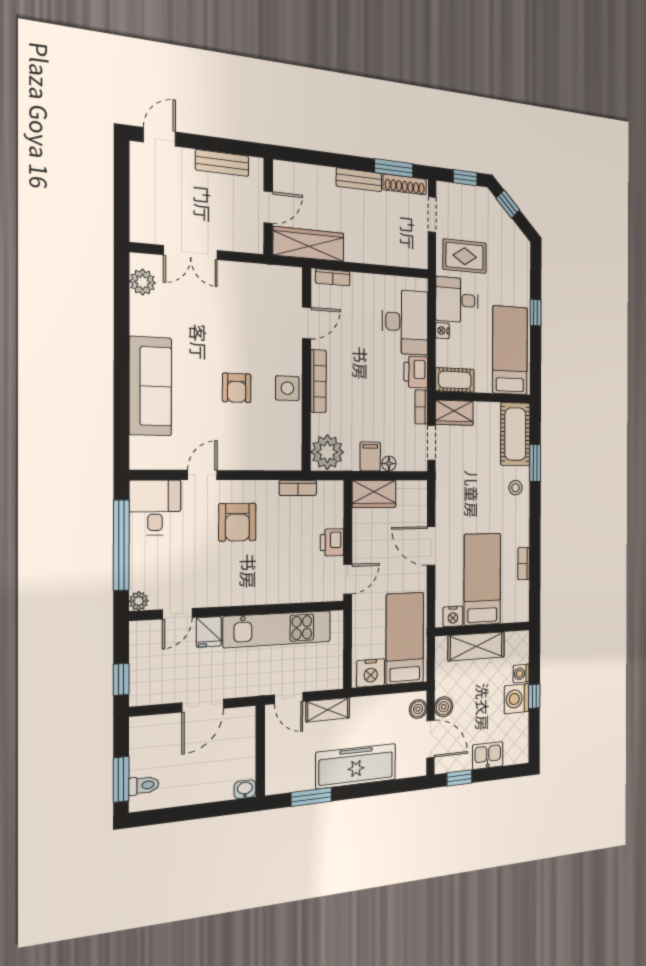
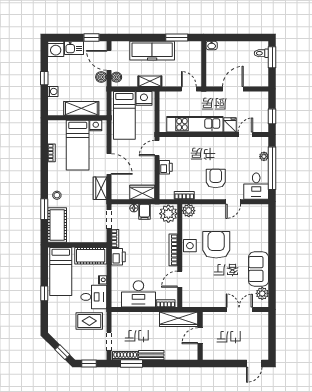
bench: (222, 163) -> (224, 355), removed
desk: (405, 322) -> (138, 294), moved, turned -90
cot: (455, 380) -> (91, 256), width x1.37, depth x1.34
sofa: (150, 386) -> (258, 269), moved, width x0.73
armchair: (237, 388) -> (216, 245), width x1.88, depth x1.88
wardrobe: (454, 413) -> (100, 188), moved, turned -90
plant: (290, 458) -> (189, 211), added
plant: (139, 601) -> (264, 156), moved
window: (121, 679) -> (272, 116), moved
washing machine: (517, 699) -> (56, 49), moved, turned 90
shelving: (328, 710) -> (150, 81), moved

